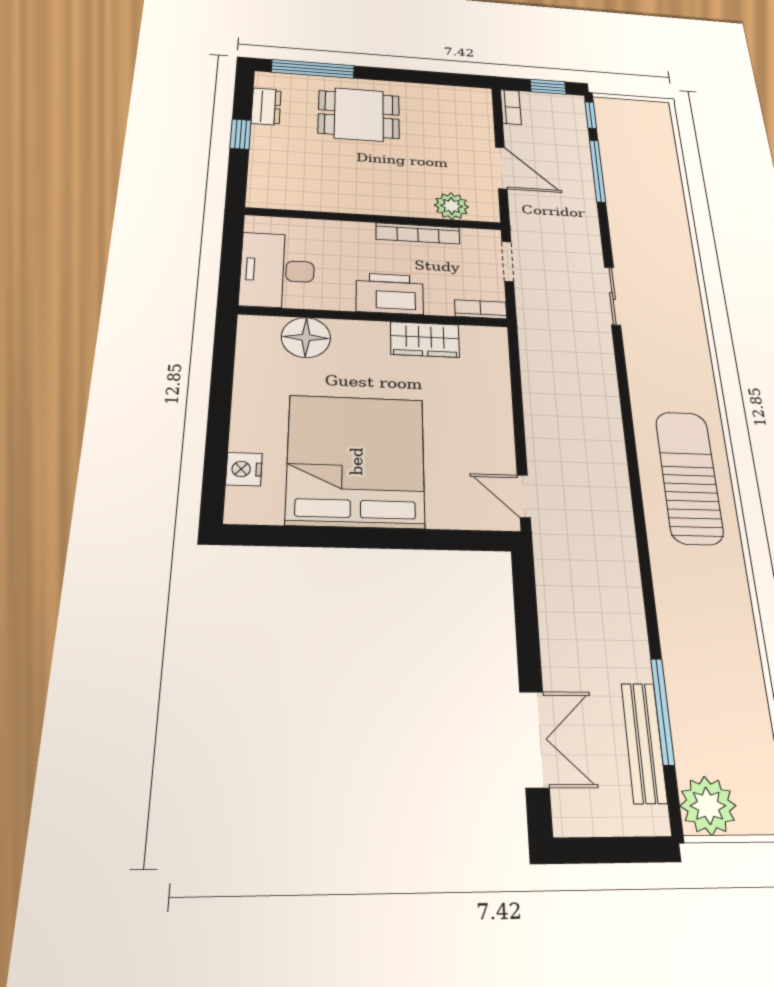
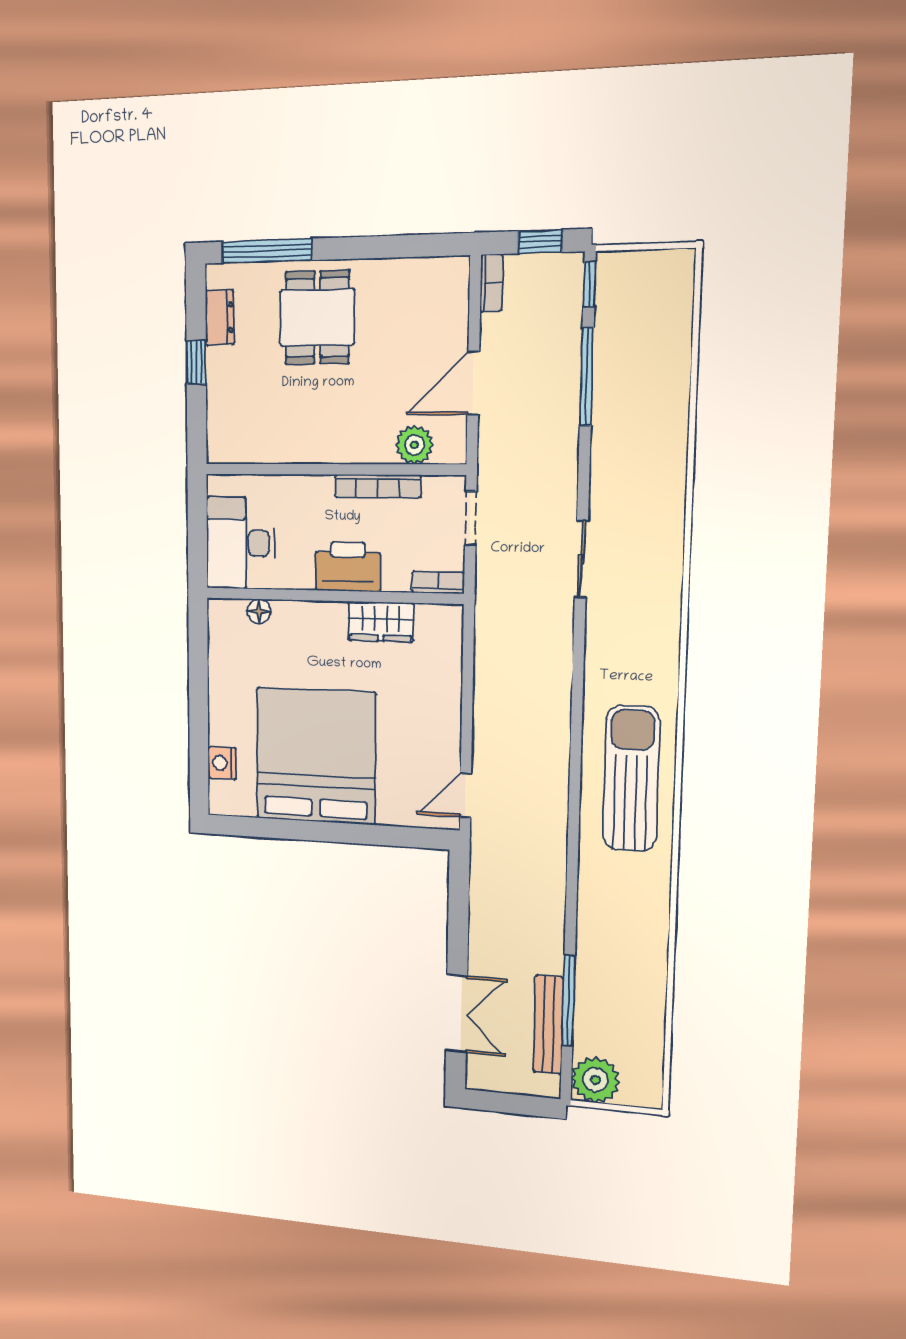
dining table: (359, 114) -> (317, 317), turned 90
door: (501, 168) -> (473, 383), swing flipped
floor lamp: (306, 338) -> (259, 611), width x0.53, depth x0.53
door: (524, 496) -> (466, 795), hinge flipped

